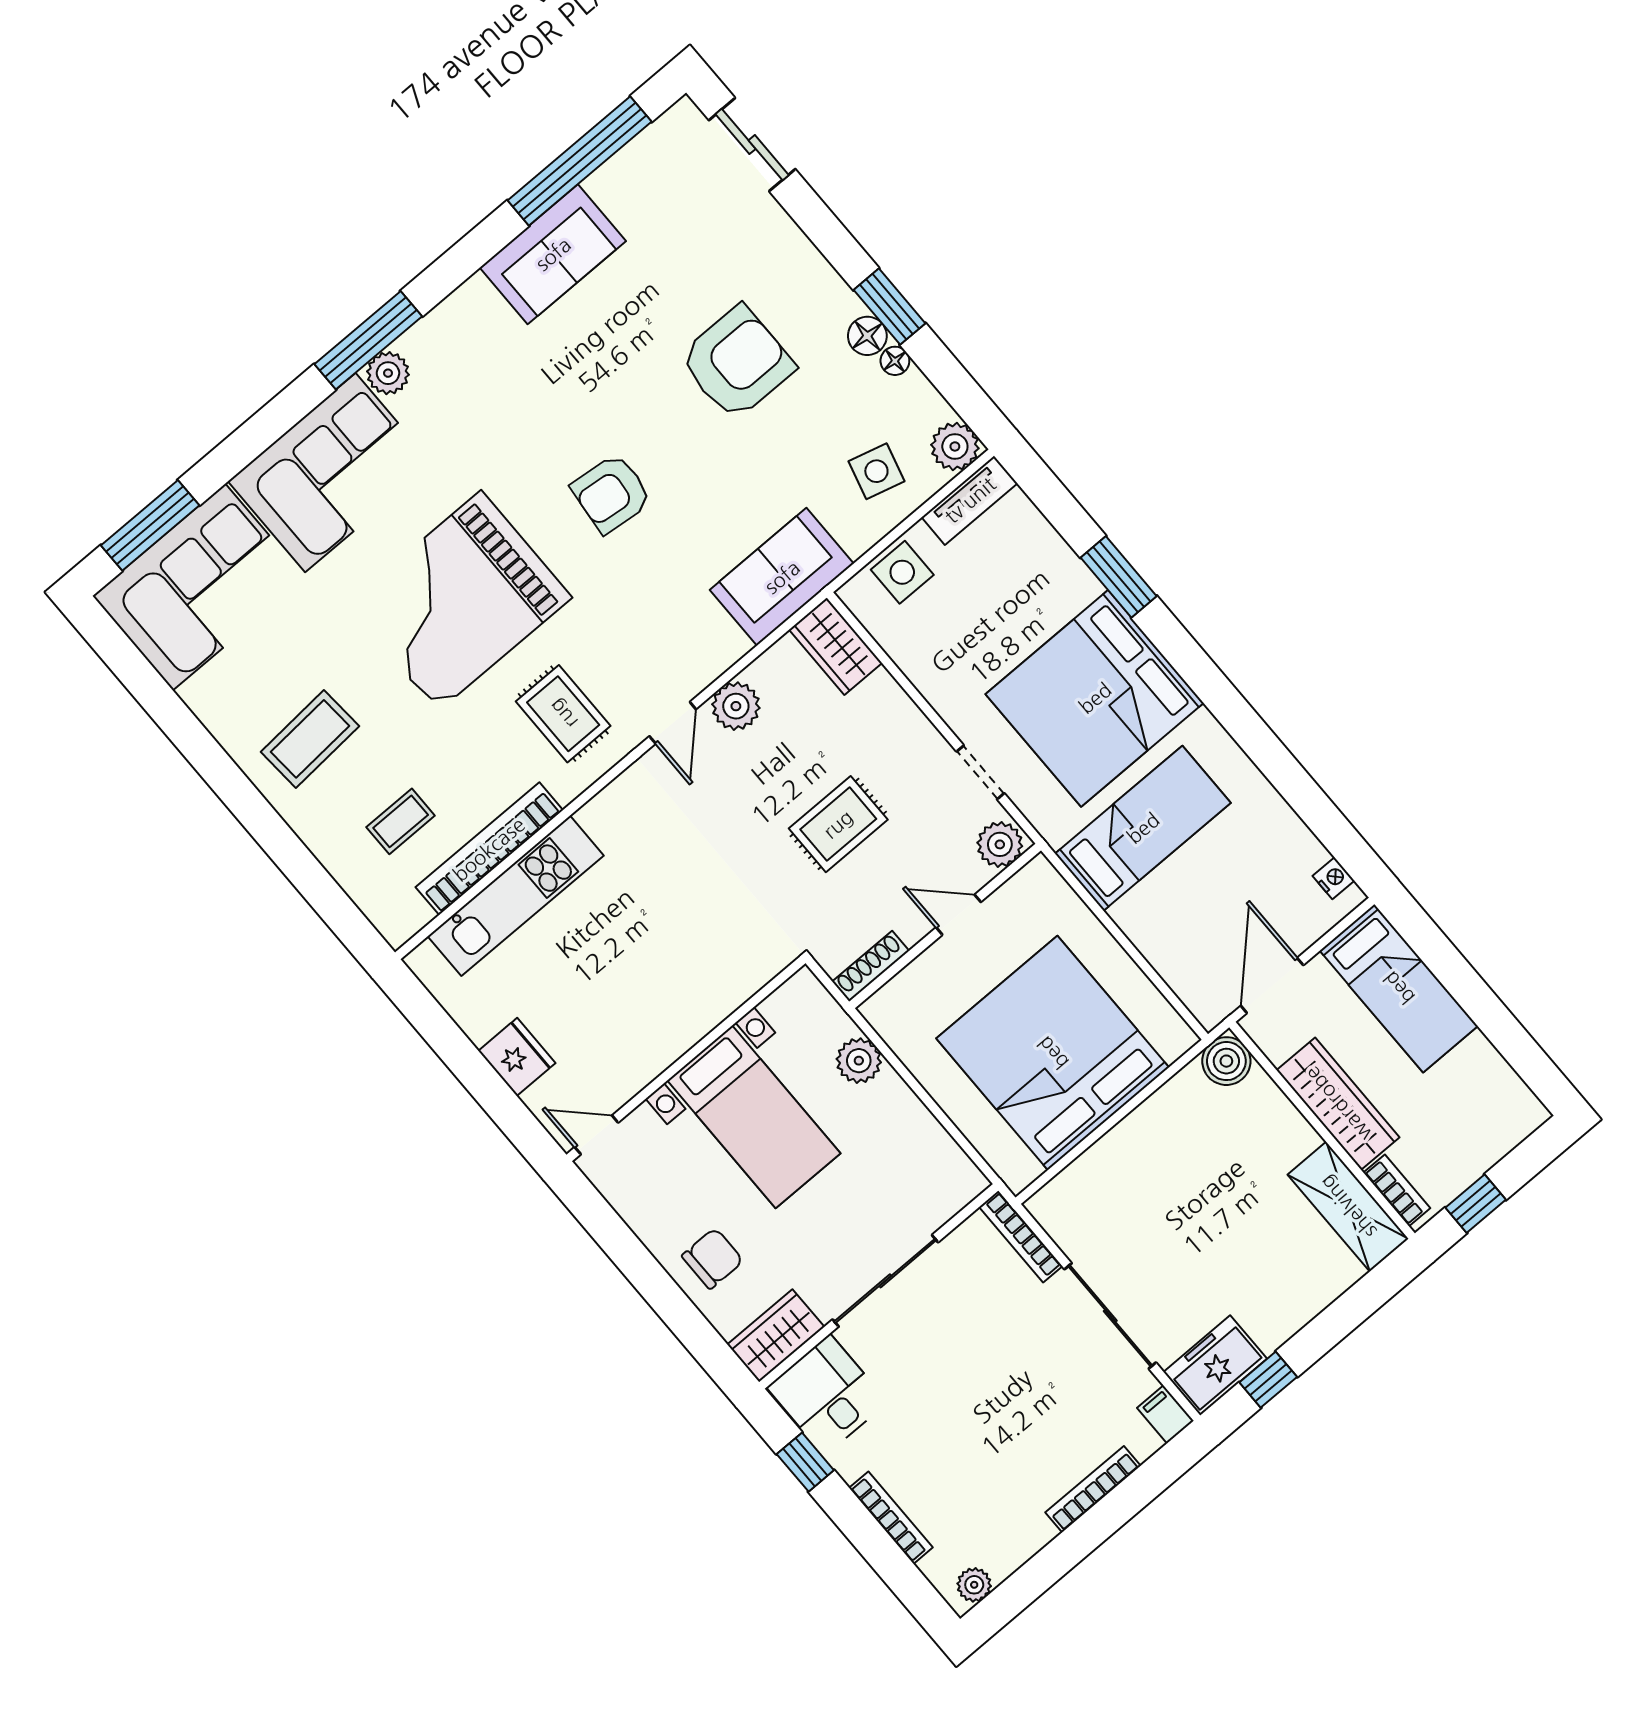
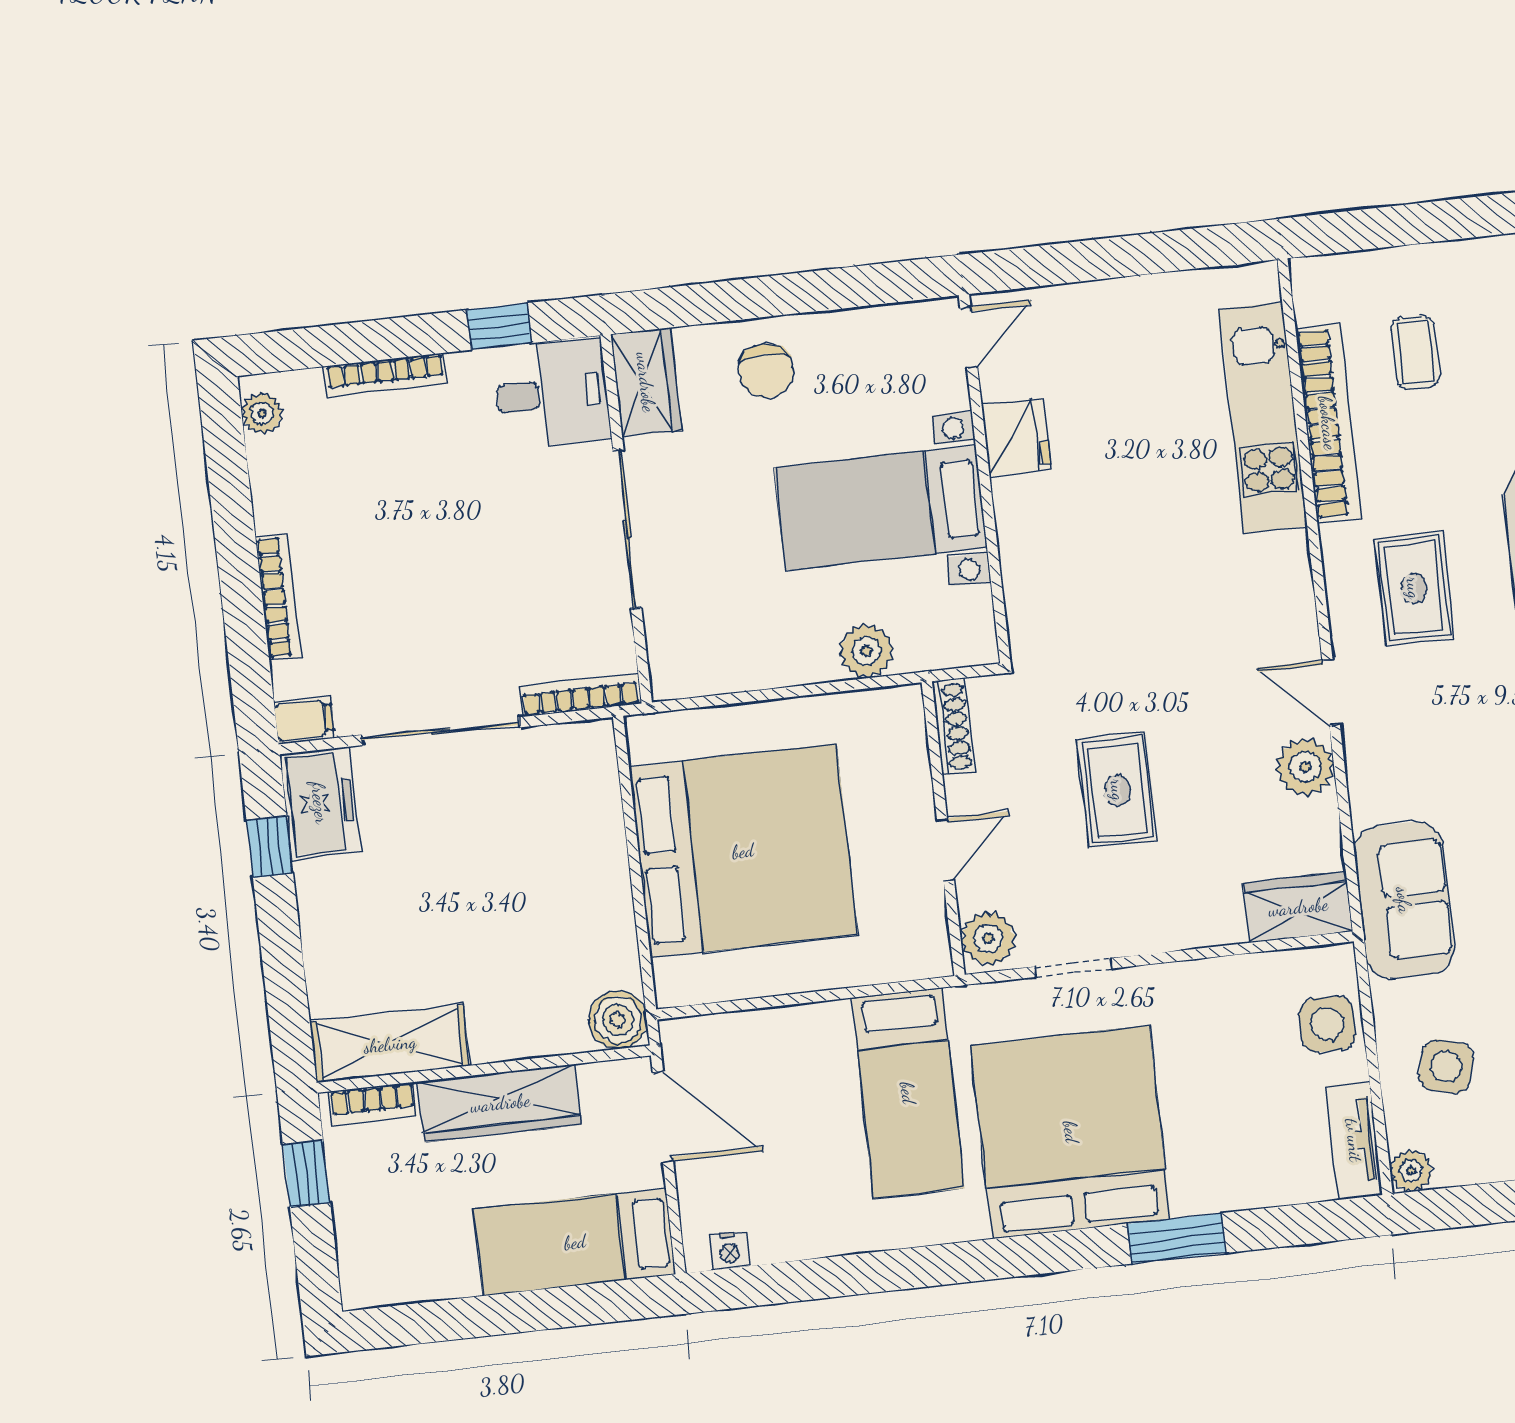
plant: (955, 446) -> (1411, 1171), width x0.73, depth x0.73
rug: (563, 714) -> (1414, 588), turned 90
fridge: (517, 1057) -> (1016, 437), moved, turned -90

